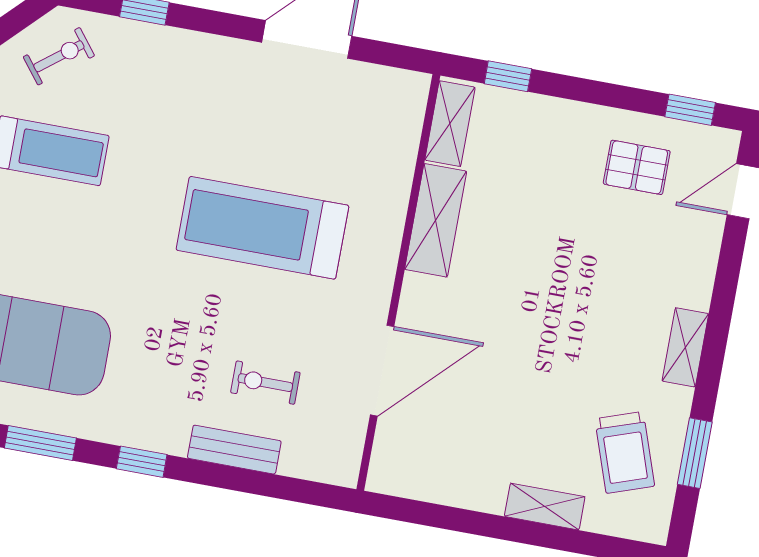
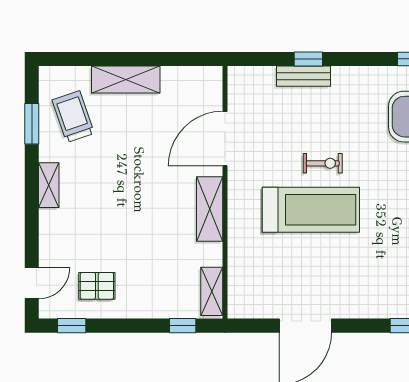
shelving: (436, 220) -> (210, 209), moved
exercise bike: (265, 383) -> (323, 163), moved
window: (142, 462) -> (308, 59), moved
shelving: (545, 507) -> (126, 79), width x1.50, depth x1.33

